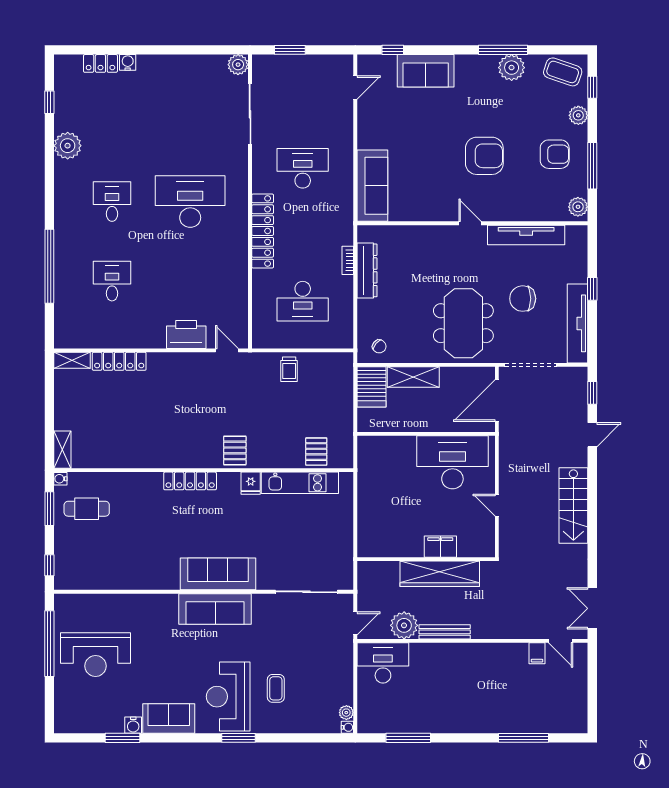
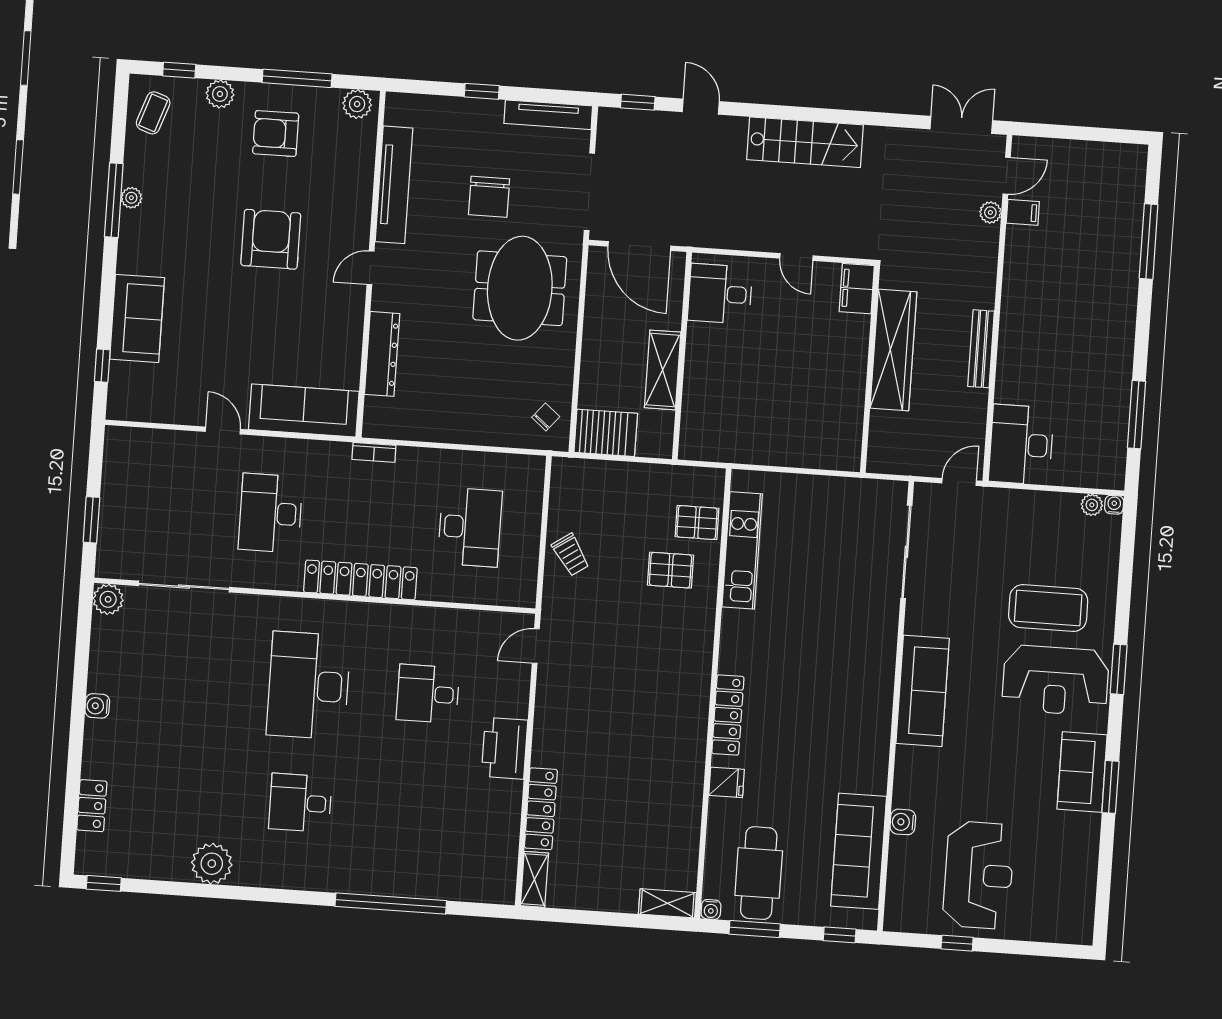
water cooler: (128, 62) -> (97, 706), moved
plant: (512, 68) -> (131, 198), width x0.53, depth x0.53
coffee table: (563, 72) -> (153, 113), width x0.73, depth x0.77
door: (355, 87) -> (223, 430), moved
window: (49, 102) -> (104, 883), moved
armchair: (555, 154) -> (276, 134), turned -90
bookcase: (348, 260) -> (374, 452), moved
dresser: (367, 270) -> (382, 354), moved, turned 90
desk: (112, 281) -> (428, 694), moved
meeting table: (463, 323) -> (520, 288), turned 90
tv unit: (578, 323) -> (548, 115), width x0.73, depth x0.78
printer: (186, 334) -> (505, 748), moved
trolley: (289, 369) -> (571, 555), turned 56
shelving: (413, 377) -> (663, 370), moved
pallet: (235, 450) -> (670, 570), moved
desk: (452, 462) -> (720, 294), width x0.53, depth x0.77
fridge: (251, 483) -> (727, 782), moved
door: (497, 505) -> (796, 257), hinge flipped
cafe table: (87, 509) -> (759, 873), width x1.37, depth x1.35
filing cabinet: (440, 547) -> (857, 289), moved
sofa: (218, 574) -> (859, 851), moved
double door: (592, 608) -> (961, 125), swing flipped
door: (355, 623) -> (959, 482), hinge flipped
plant: (404, 625) -> (990, 212), moved, width x0.53, depth x0.53
window: (49, 644) -> (957, 943), width x0.32
coffee table: (276, 688) -> (1048, 608), width x1.86, depth x1.72
water cooler: (133, 725) -> (903, 822), moved, turned 180
window: (122, 738) -> (1110, 787), moved

